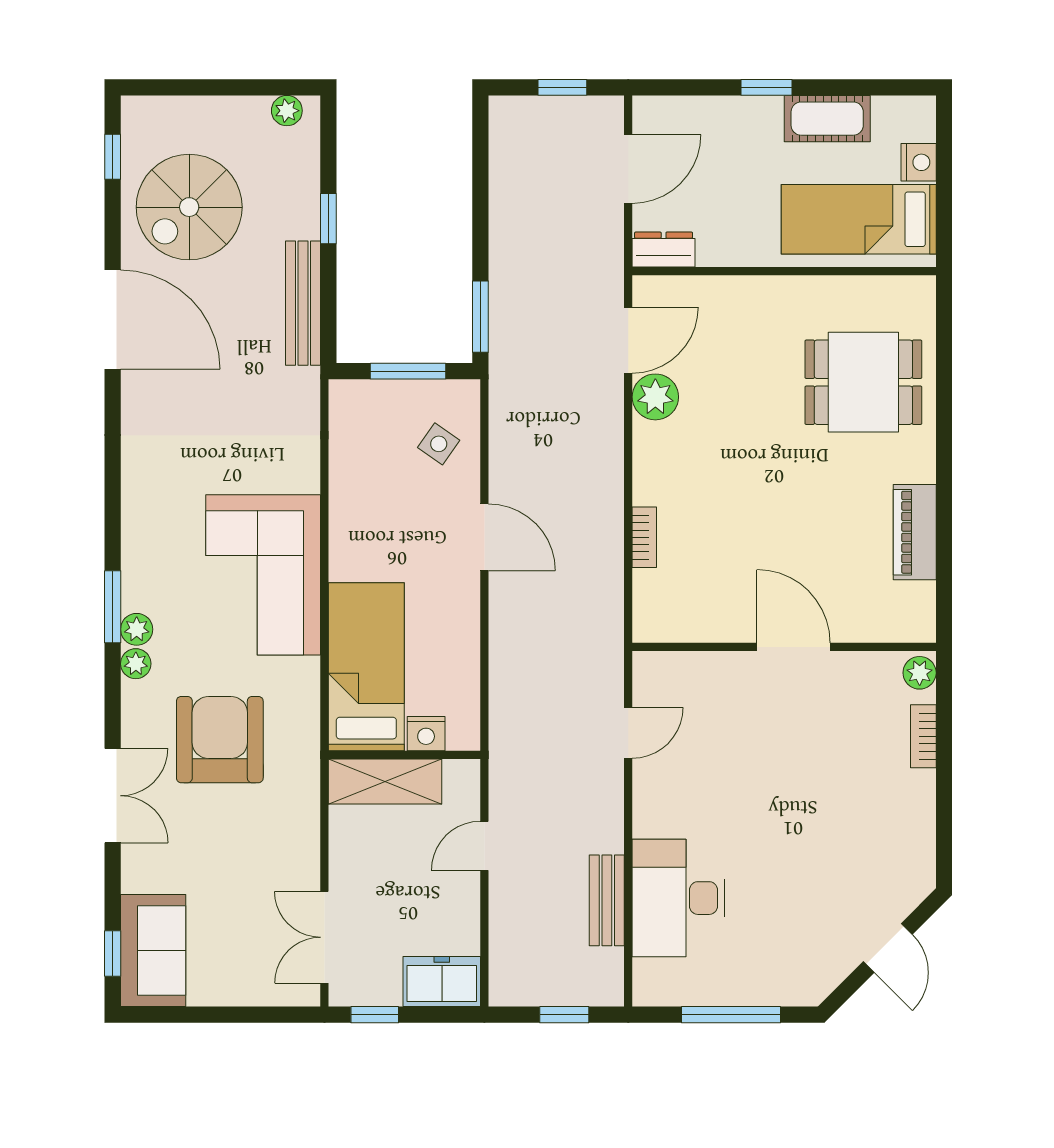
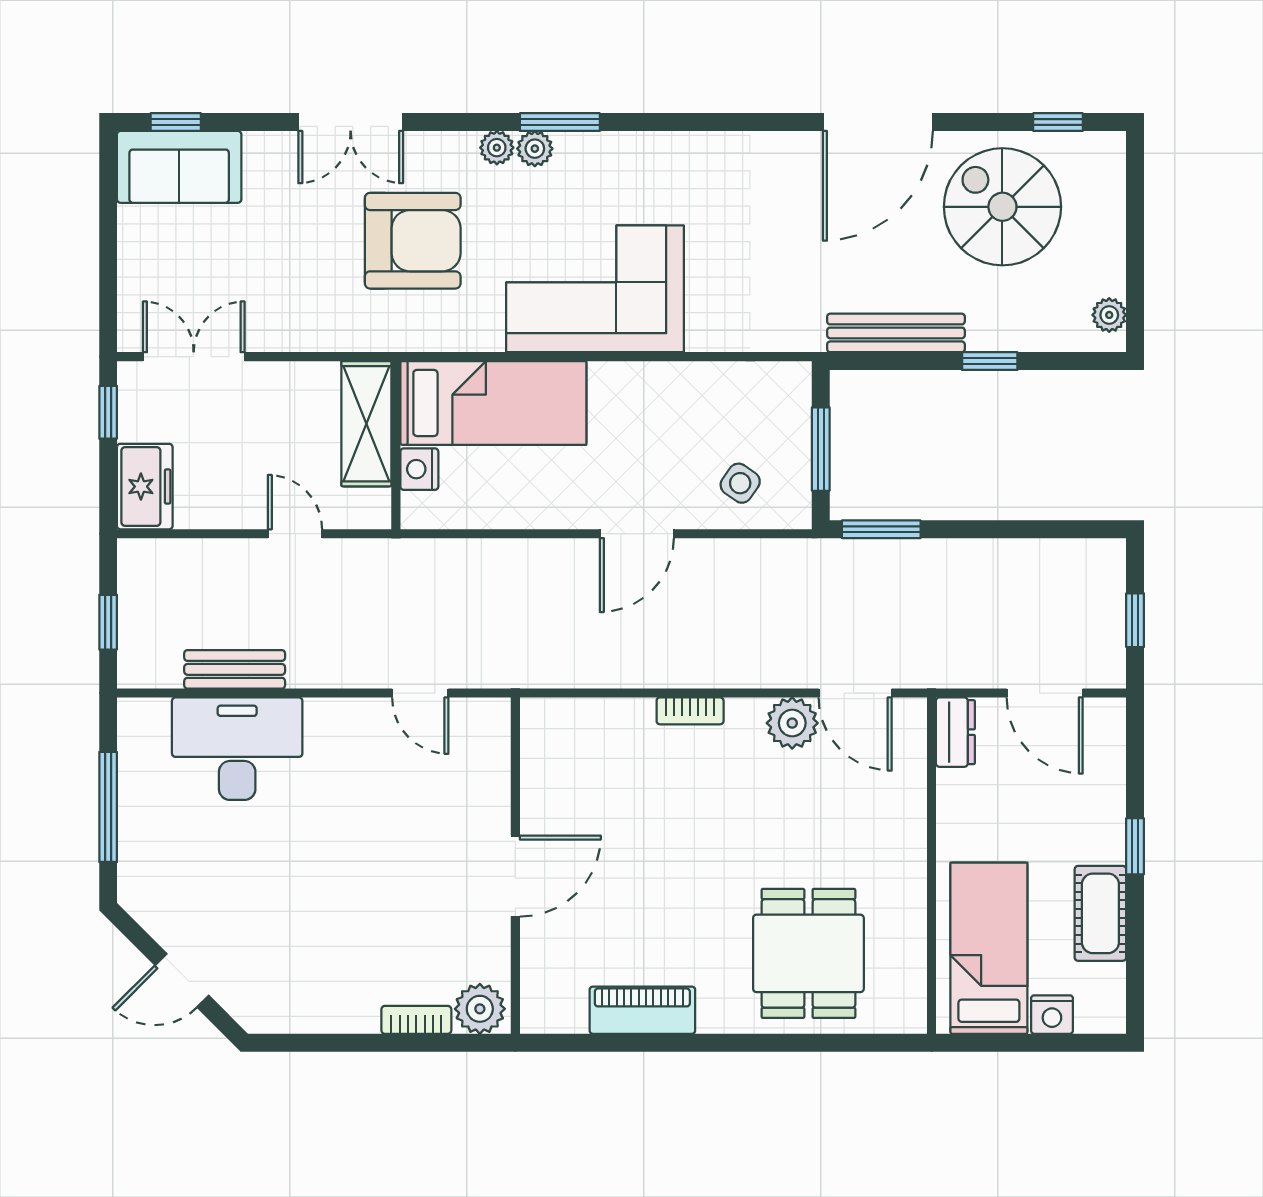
bookcase: (644, 537) -> (690, 711), moved
plant: (920, 673) -> (480, 1009), width x1.38, depth x1.38

